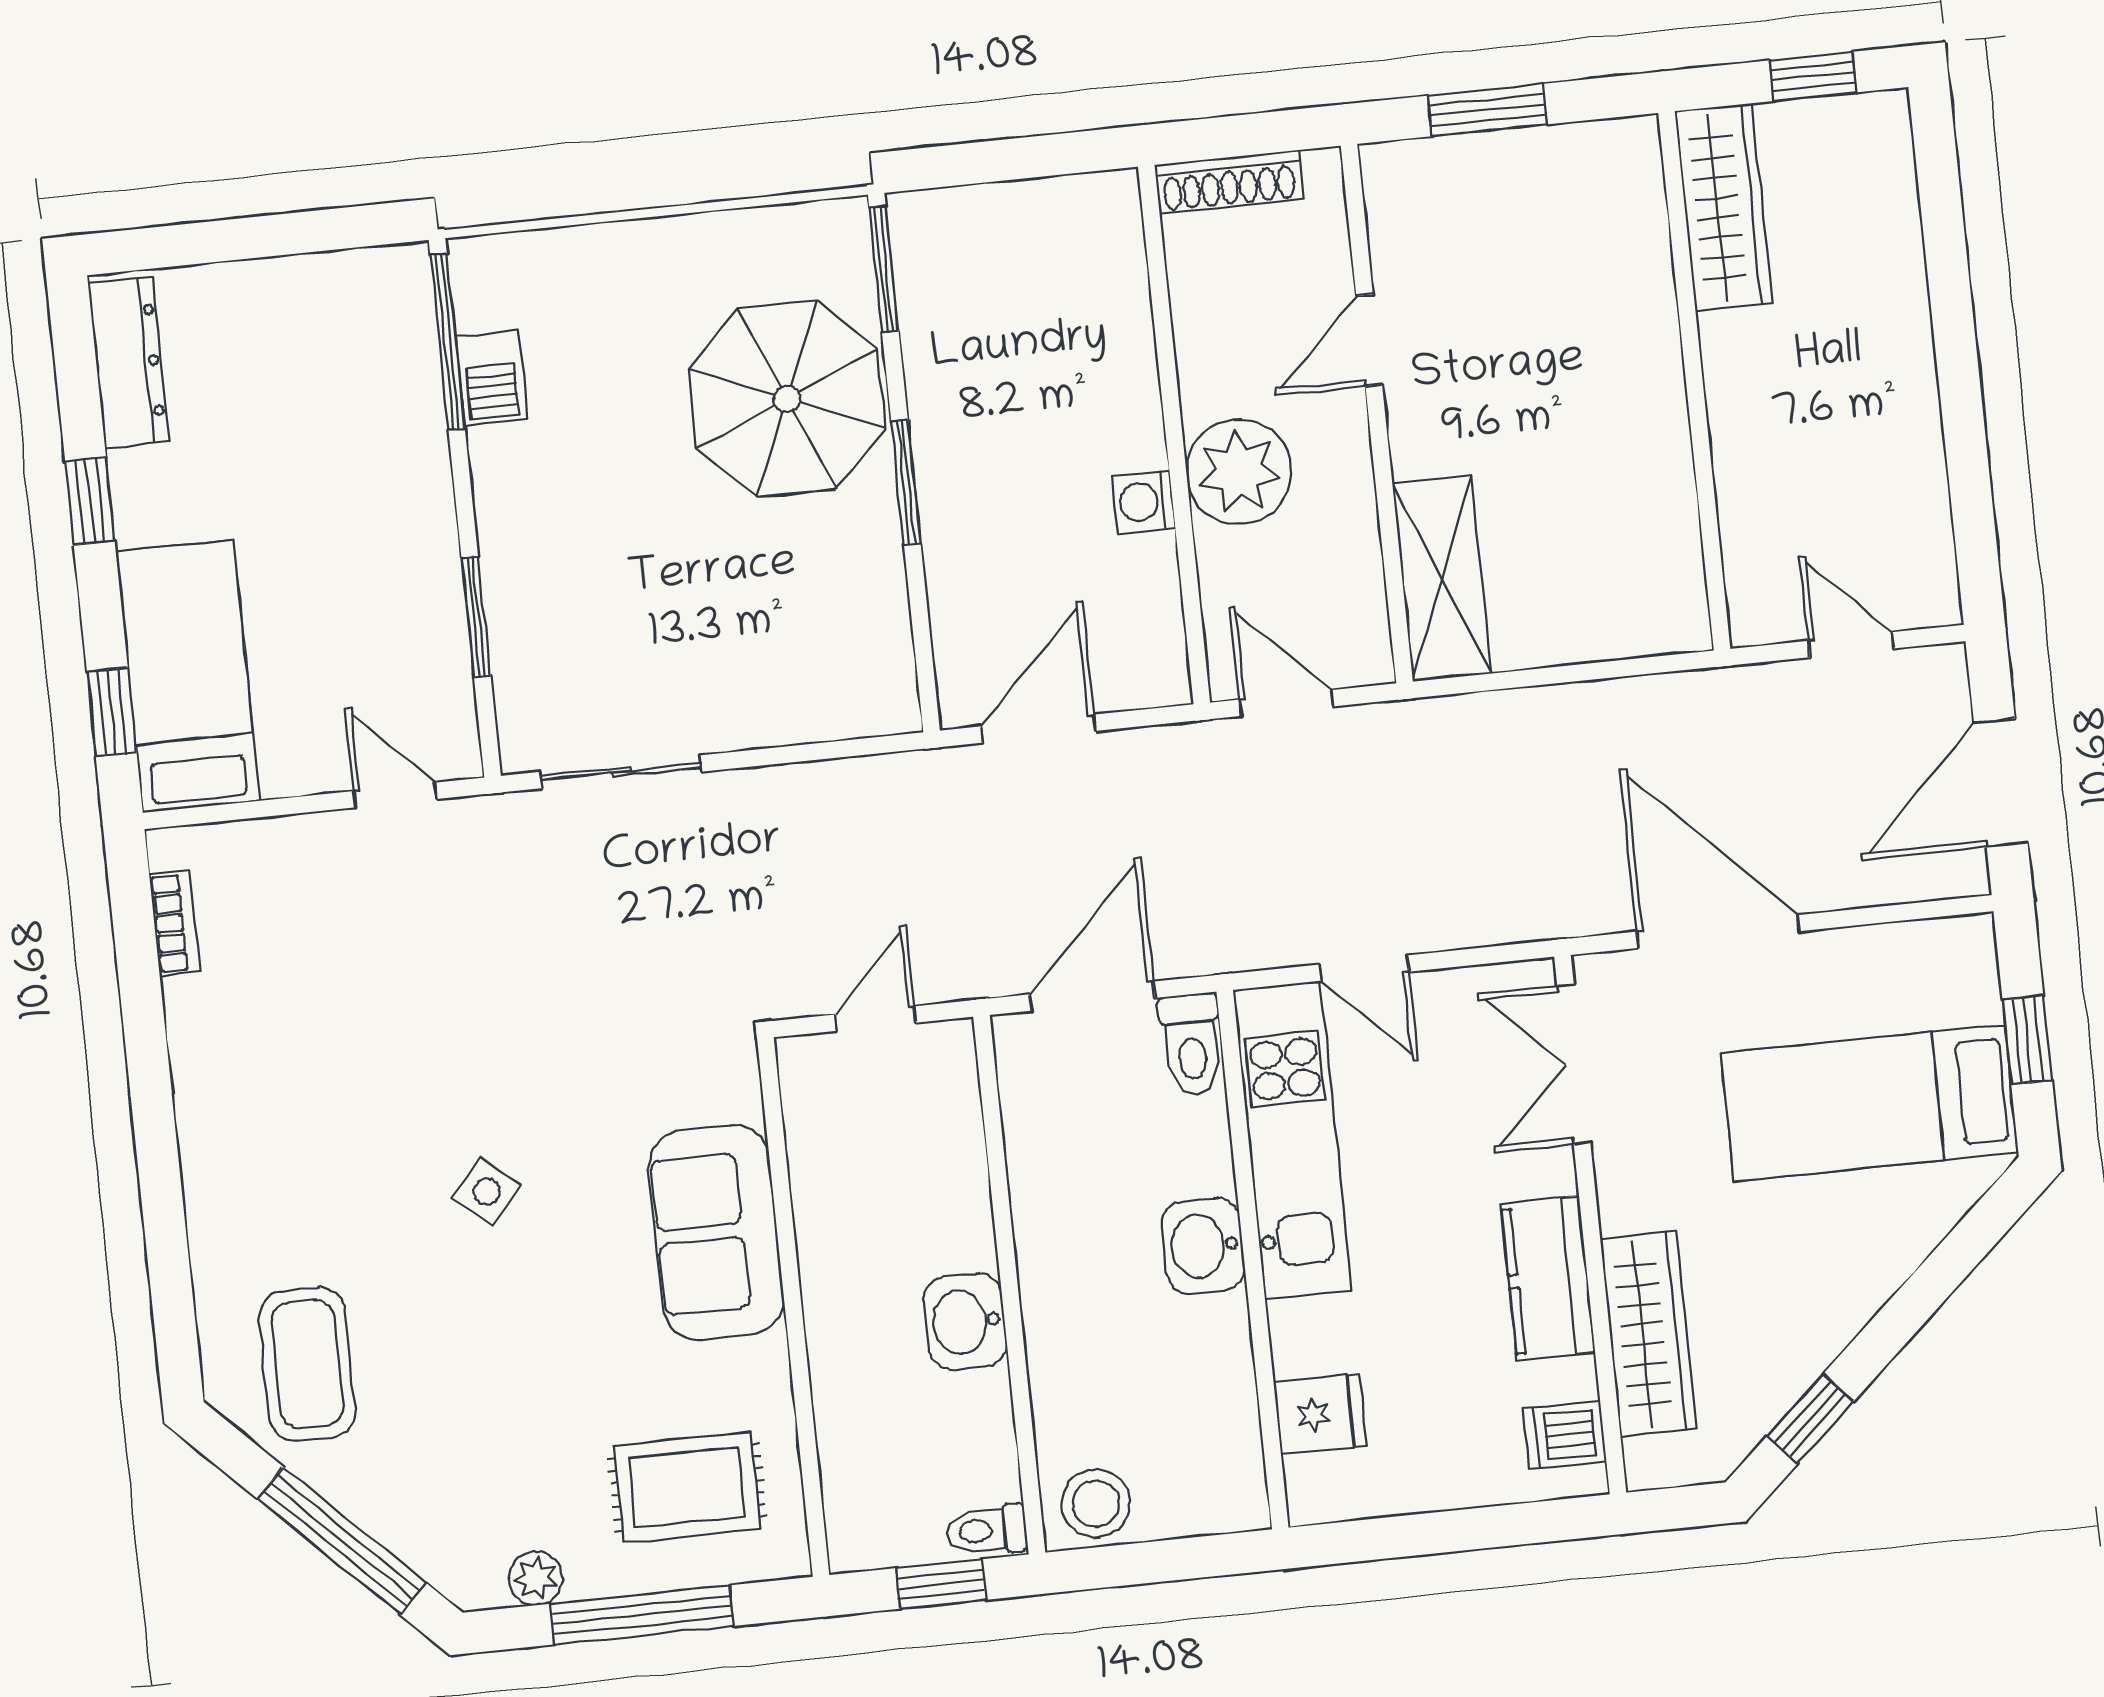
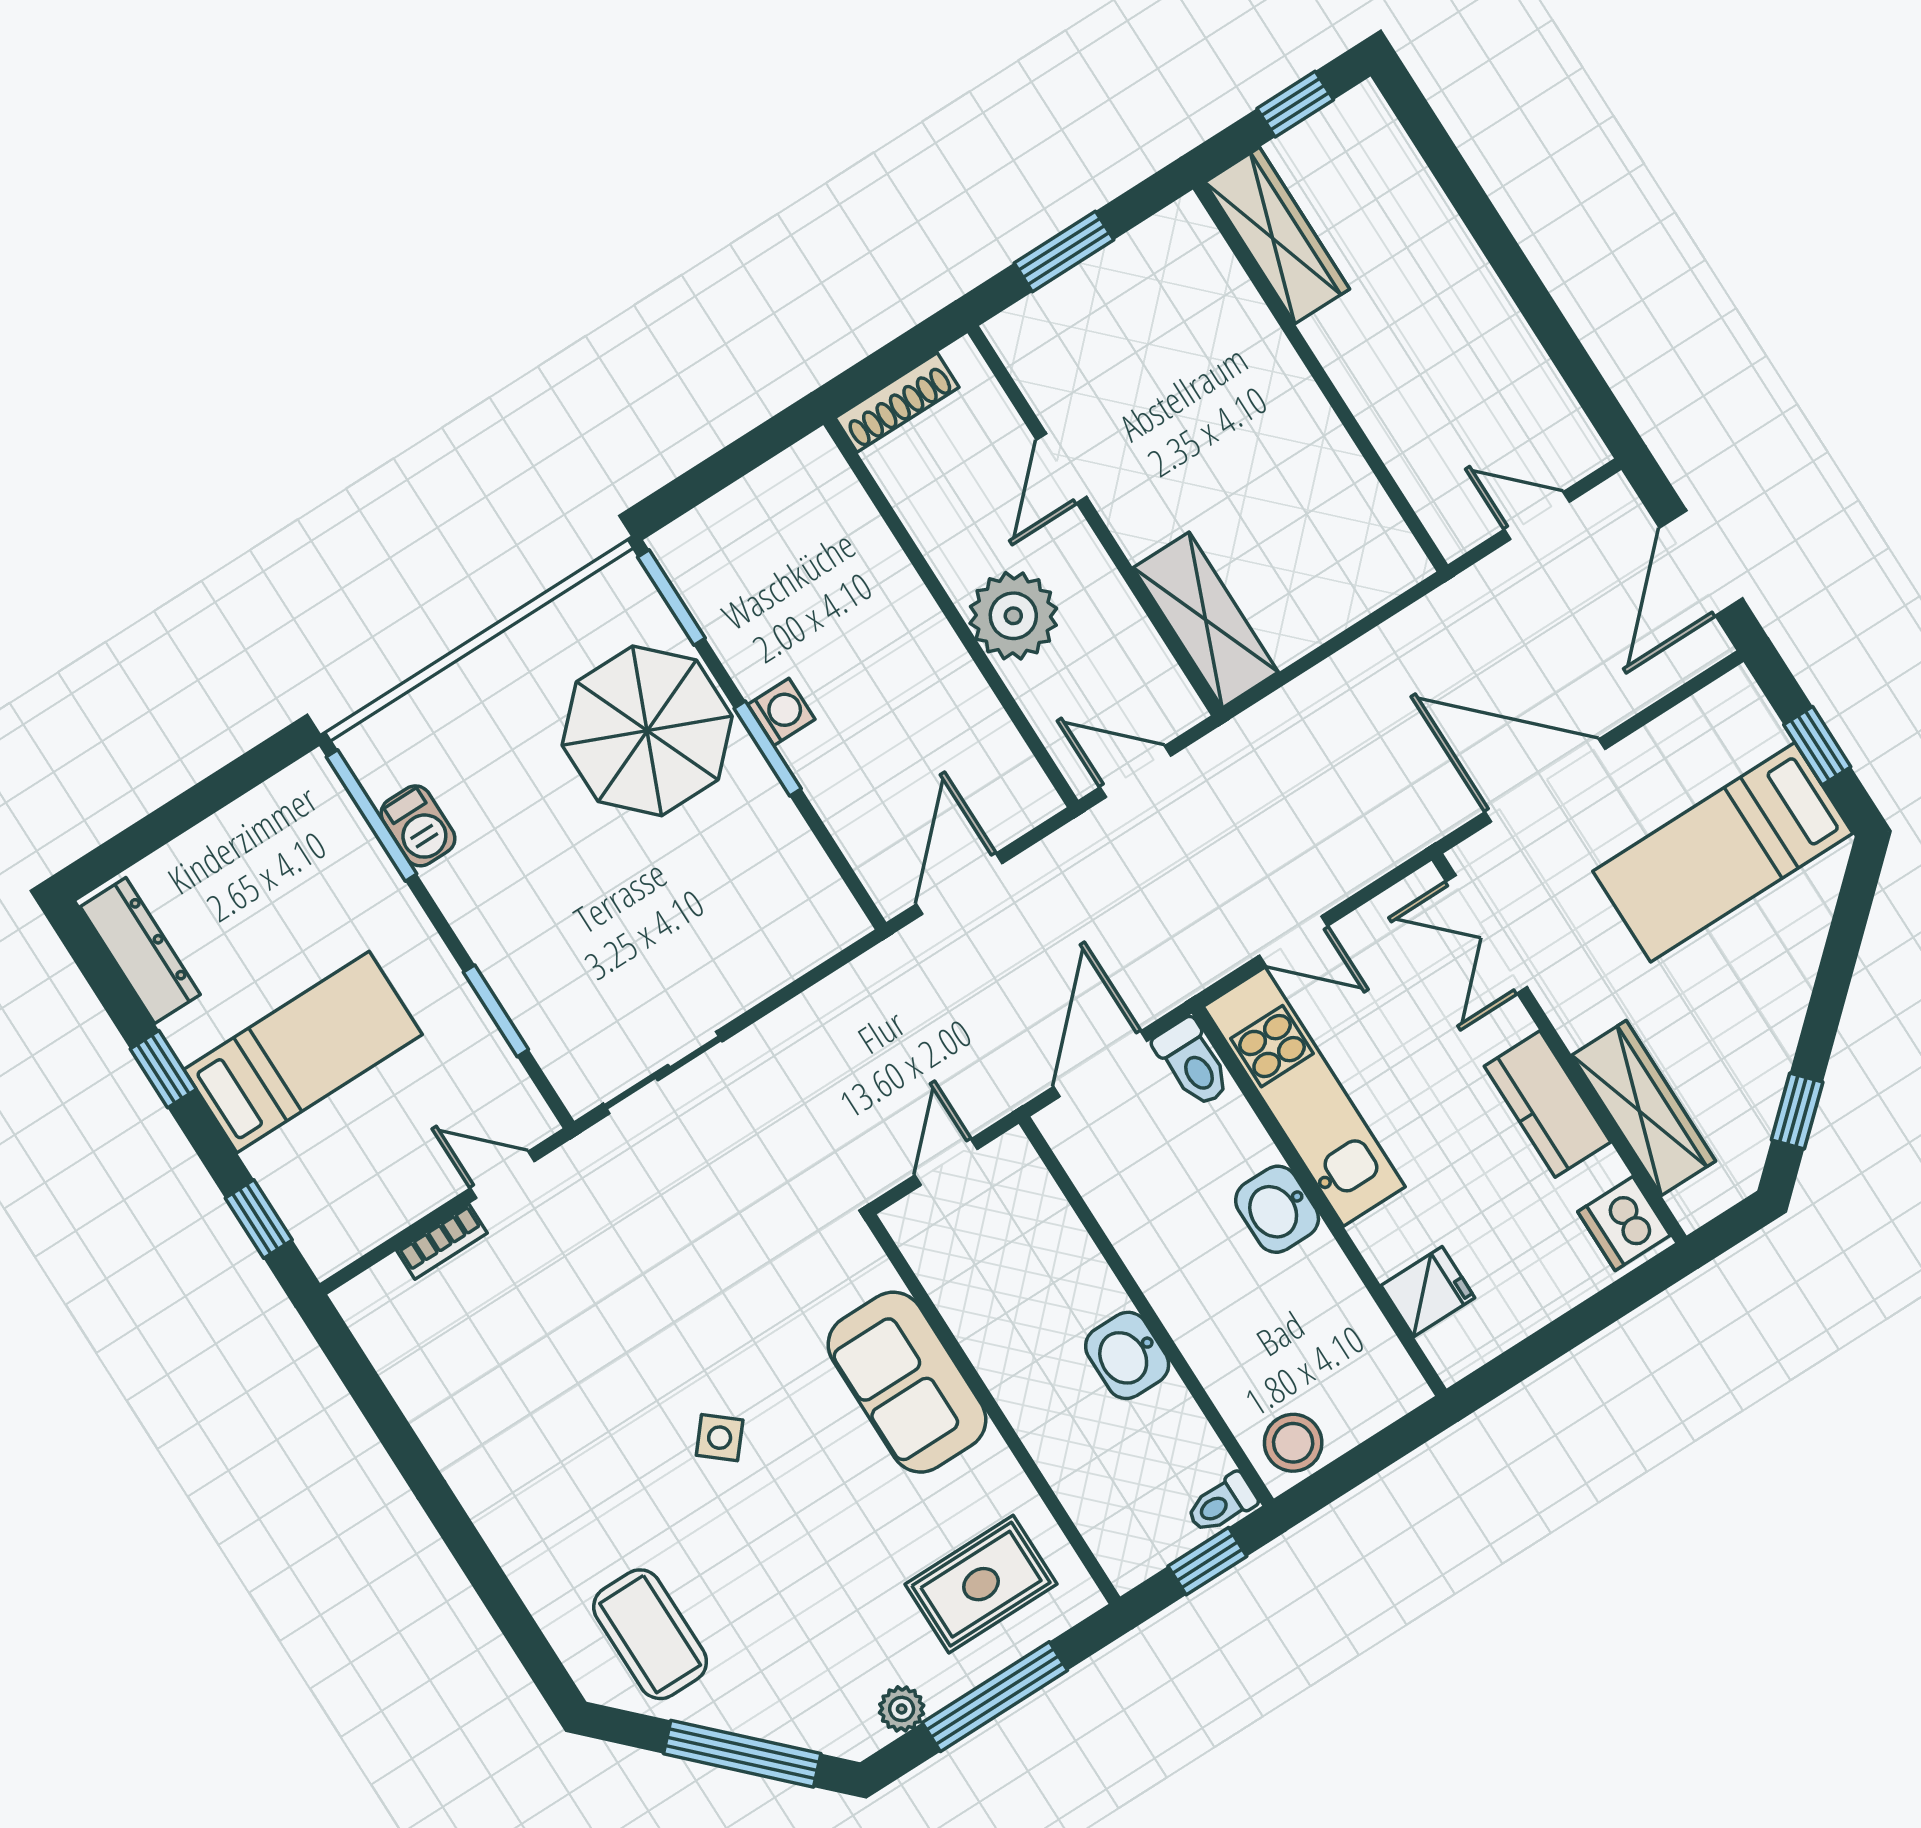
washing machine: (1144, 502) -> (781, 712), moved, turned 180
bed: (188, 676) -> (303, 1052), moved, turned 90
bookcase: (175, 923) -> (442, 1242), moved, turned 90
dishwasher: (1565, 1435) -> (1624, 1224), width x1.38

